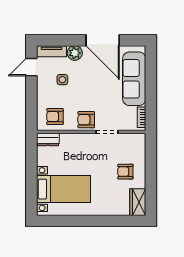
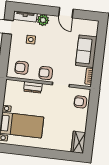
door: (103, 40) -> (66, 13), width x0.53
sofa: (134, 79) -> (86, 51), width x0.73
dresser: (48, 140) -> (33, 87), moved
armchair: (125, 172) -> (80, 102), moved

